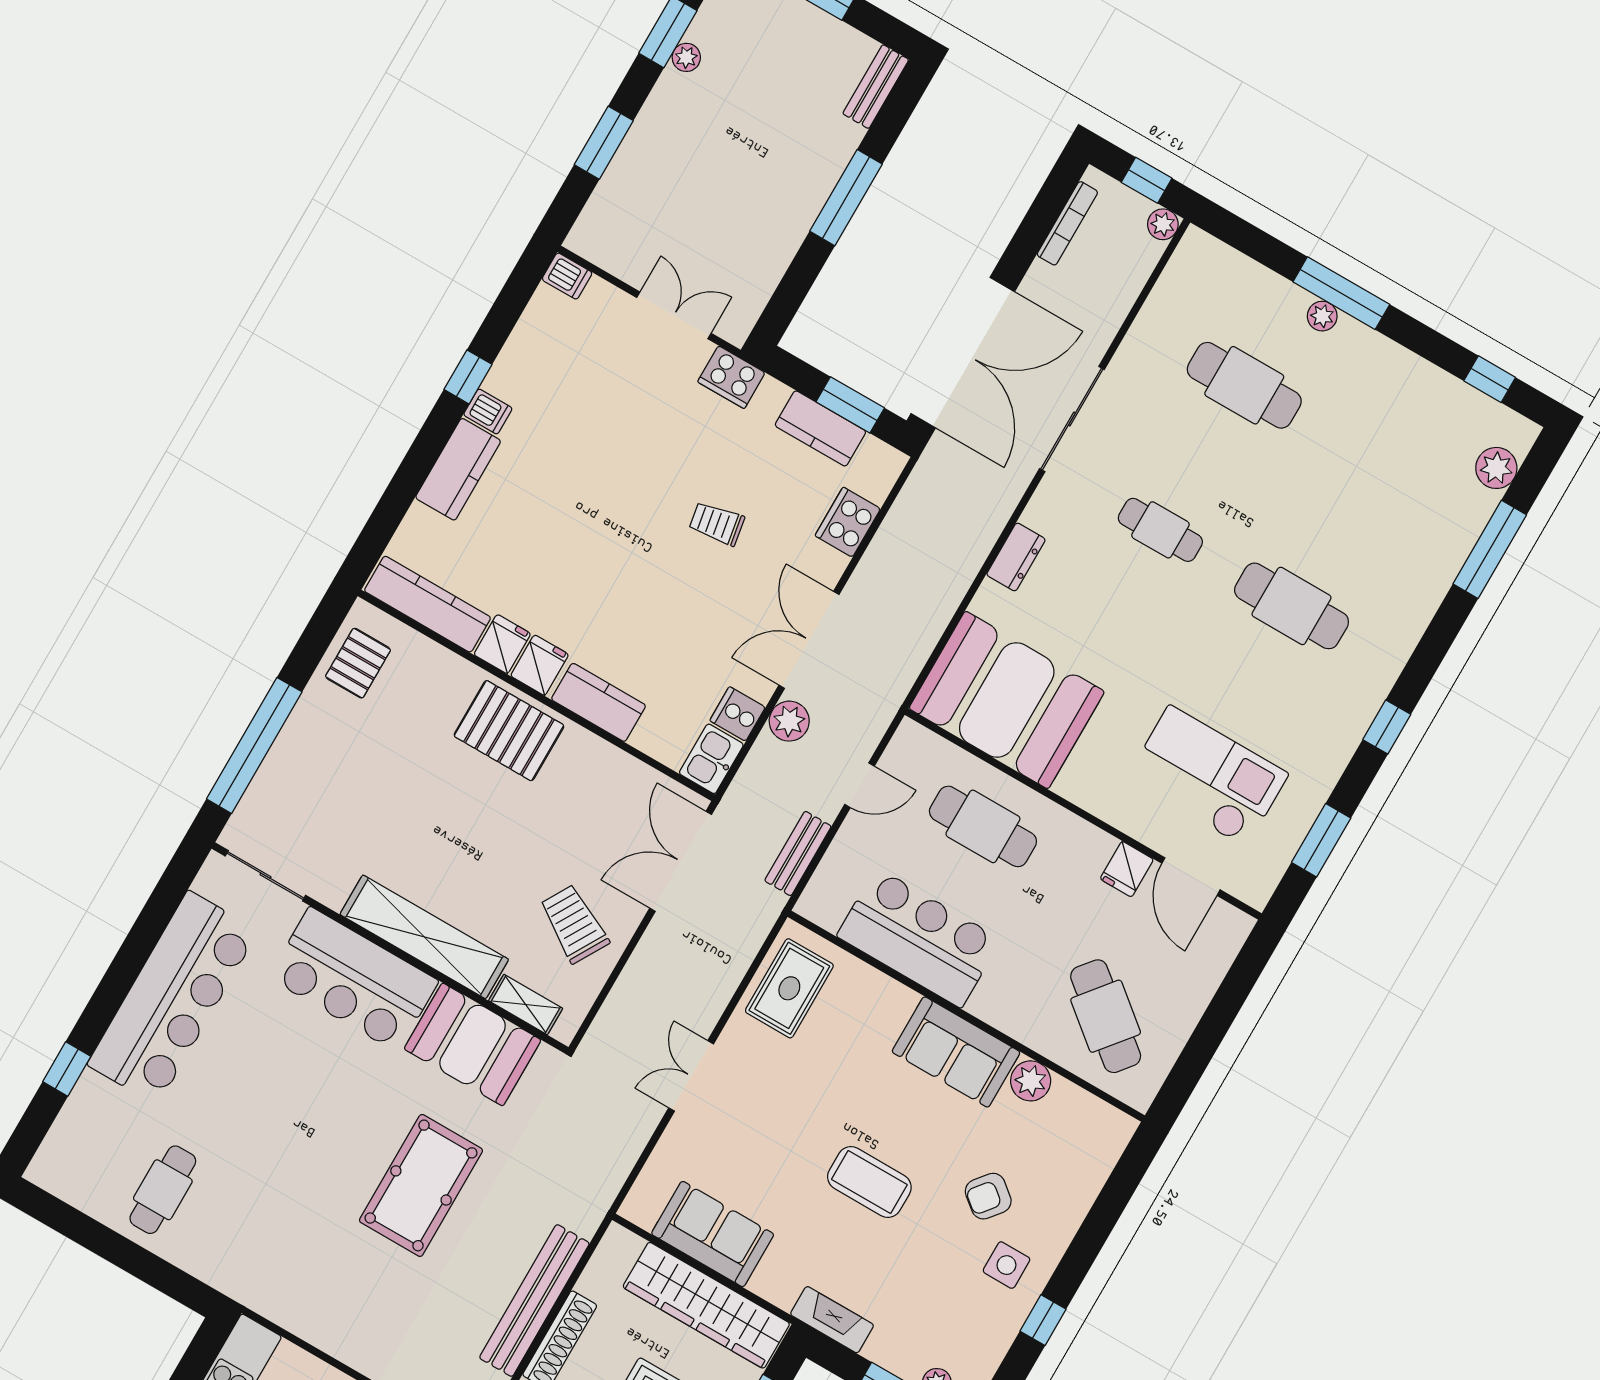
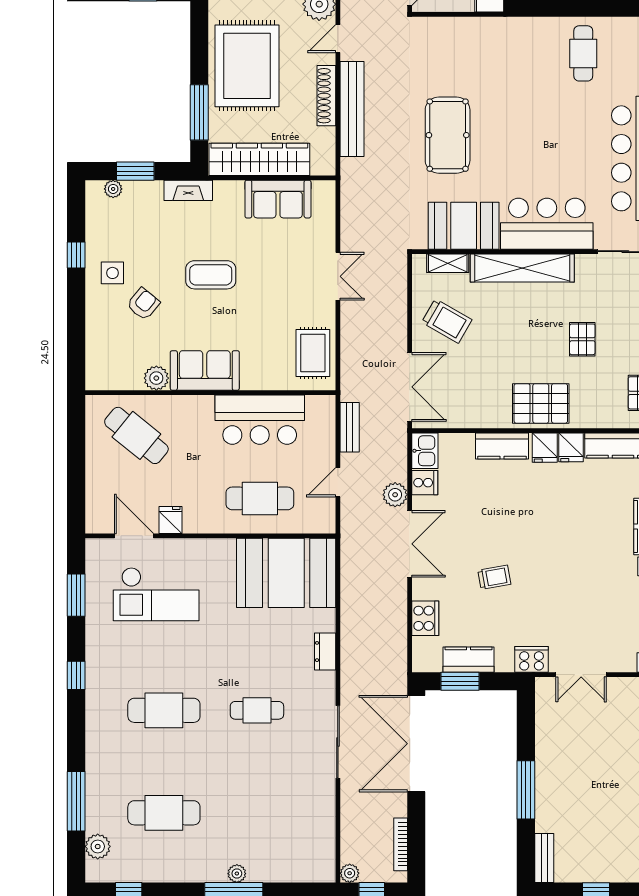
cafe table: (1244, 385) -> (164, 813), moved
pallet: (398, 787) -> (582, 339), added

